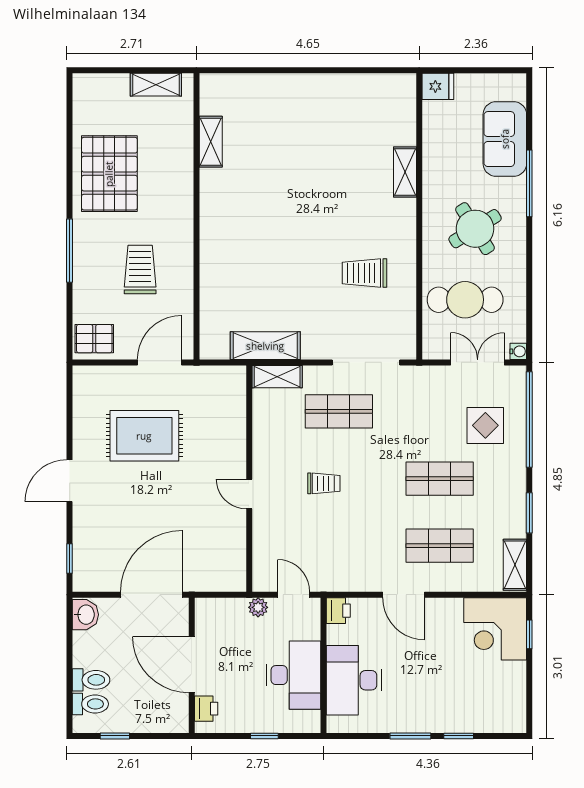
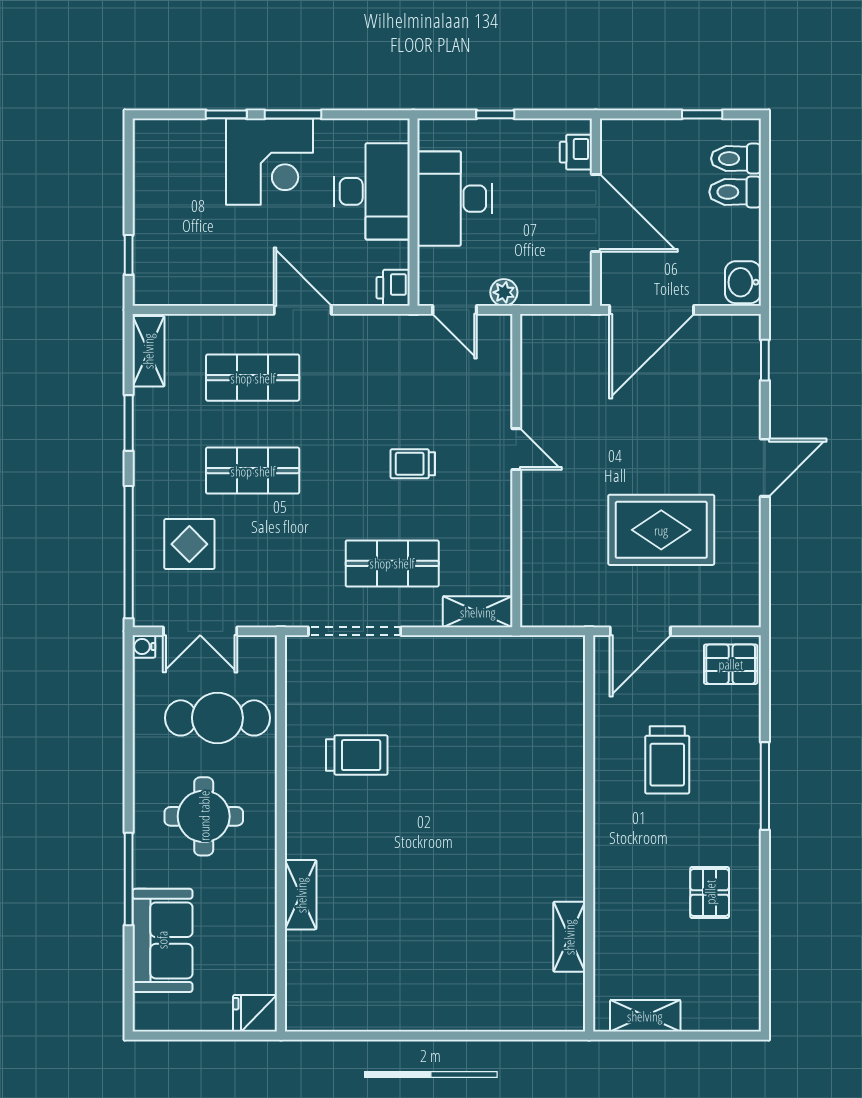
pallet: (109, 174) -> (710, 892), width x0.49, depth x0.50
round table: (475, 229) -> (204, 816), turned 32
shelving: (265, 346) -> (494, 655), removed
corner desk: (495, 629) -> (269, 162), moved, turned 90

